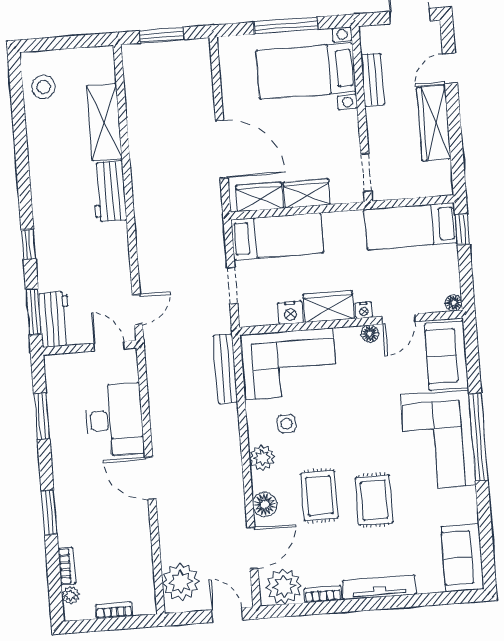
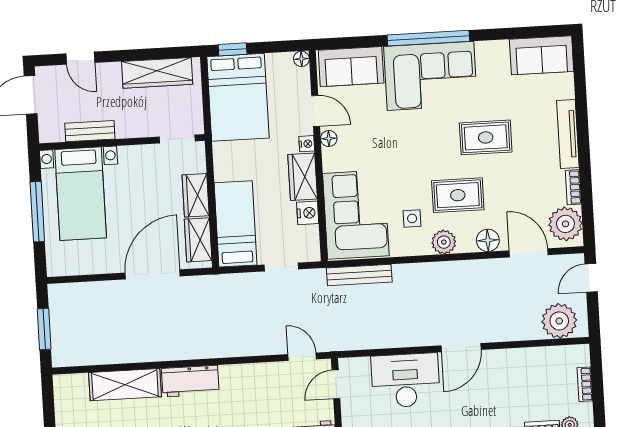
wardrobe: (434, 123) -> (157, 73), moved
bed: (411, 226) -> (238, 97), width x1.50
rug: (319, 496) -> (458, 195), moved

